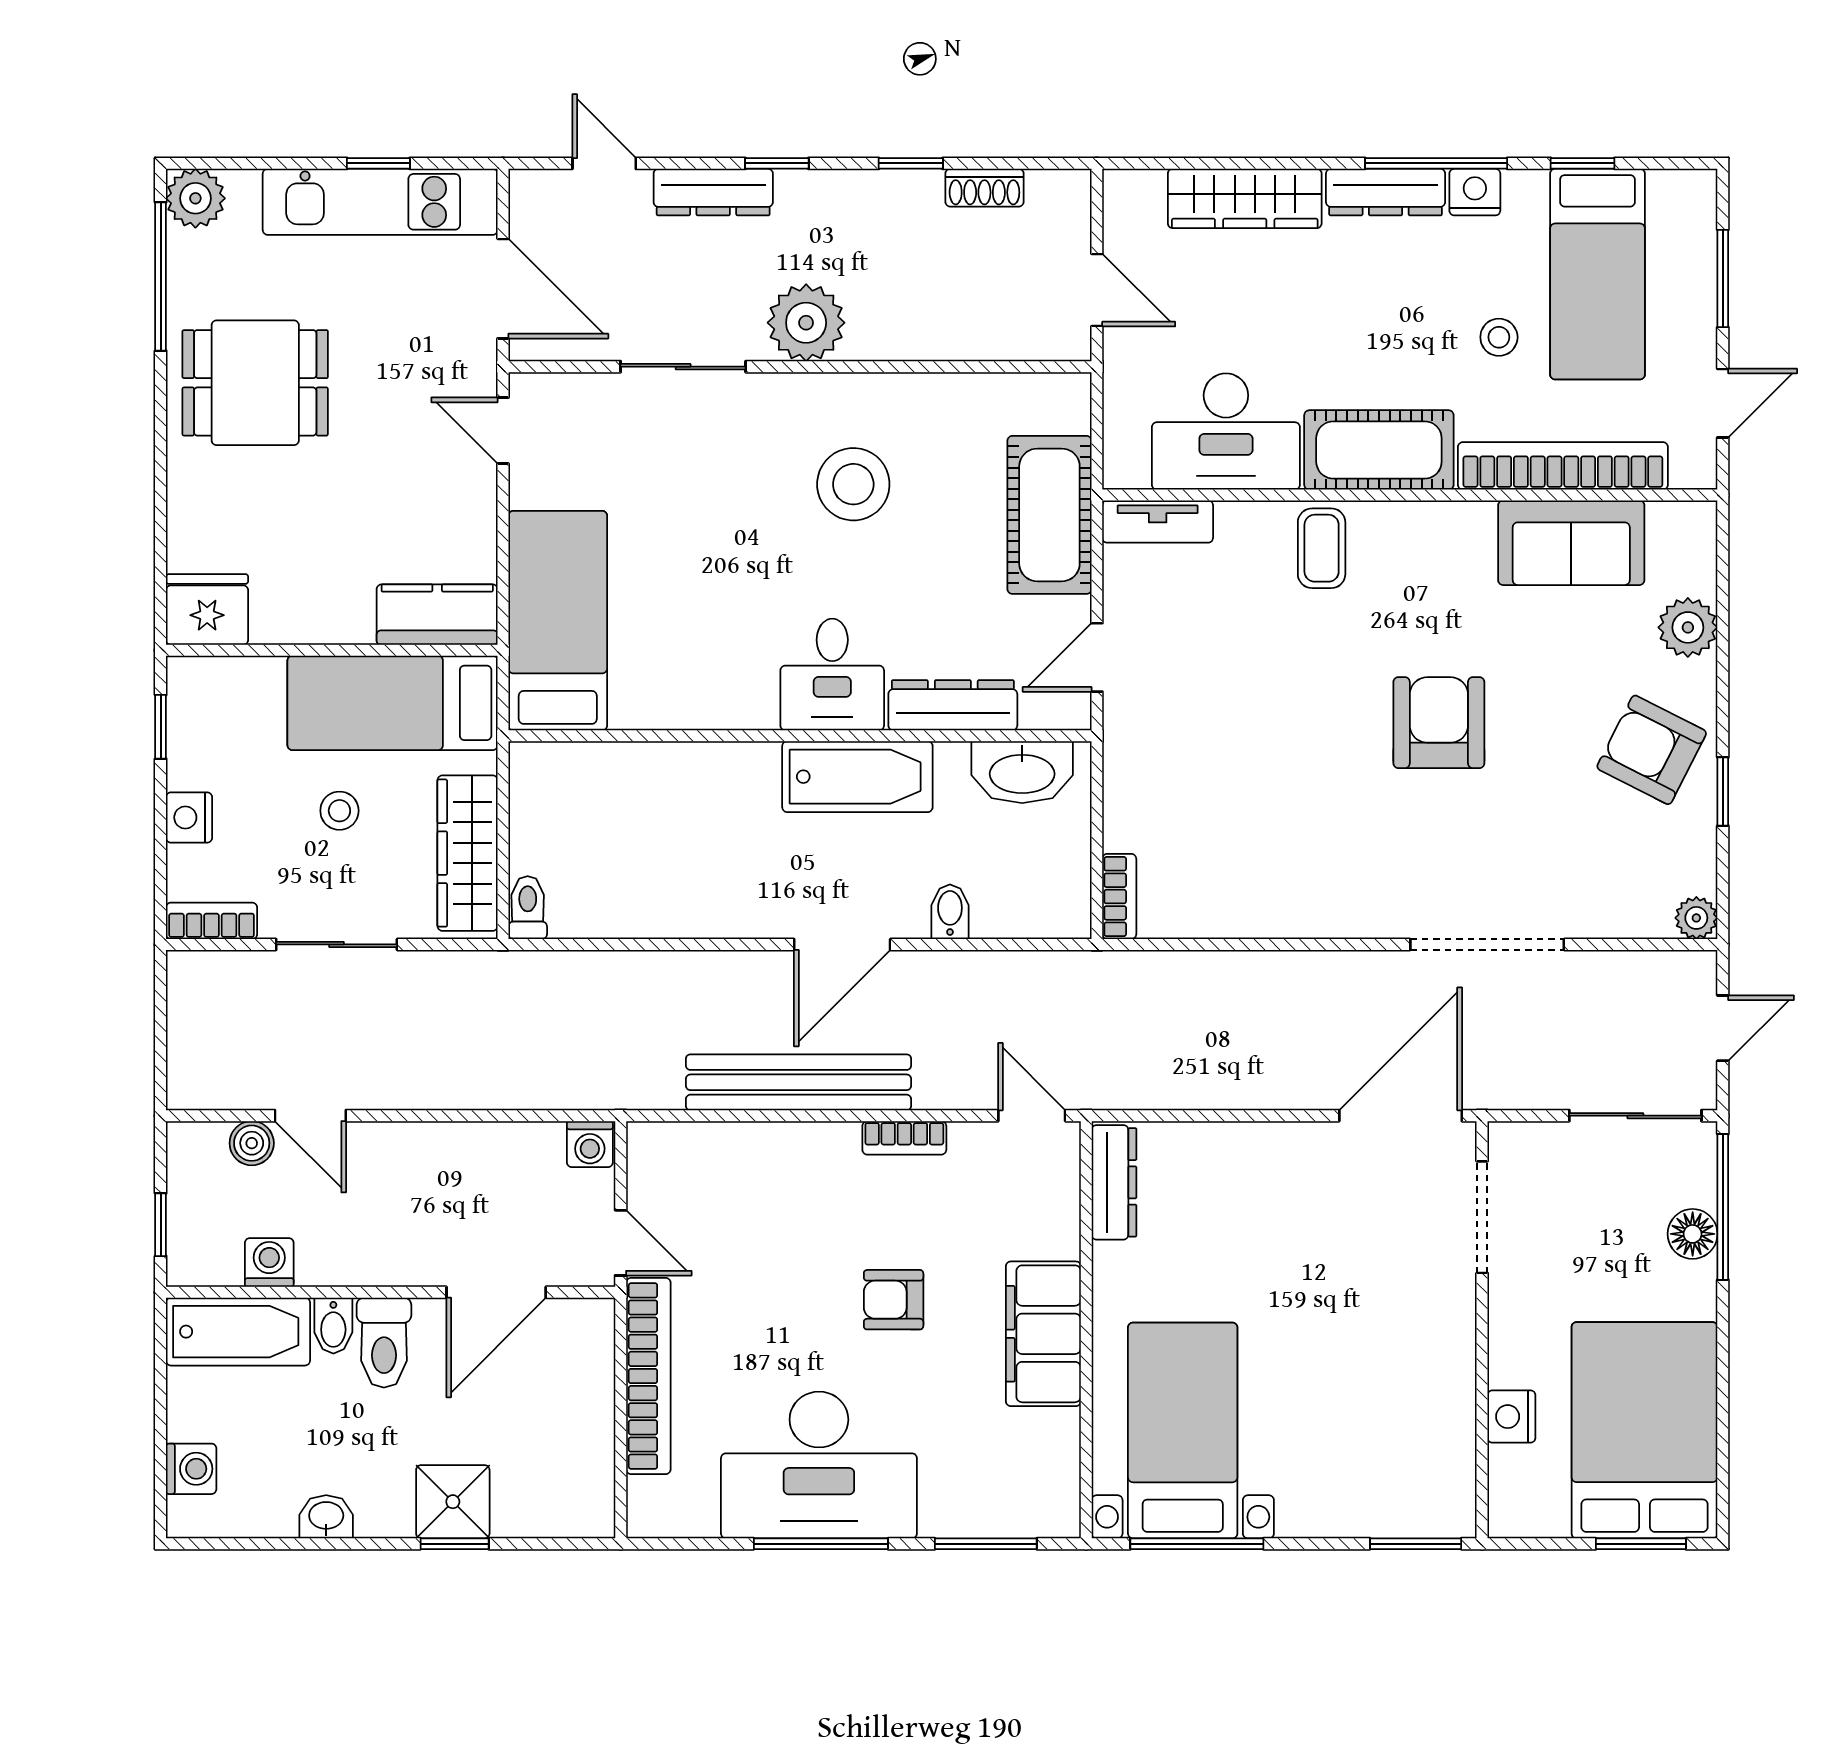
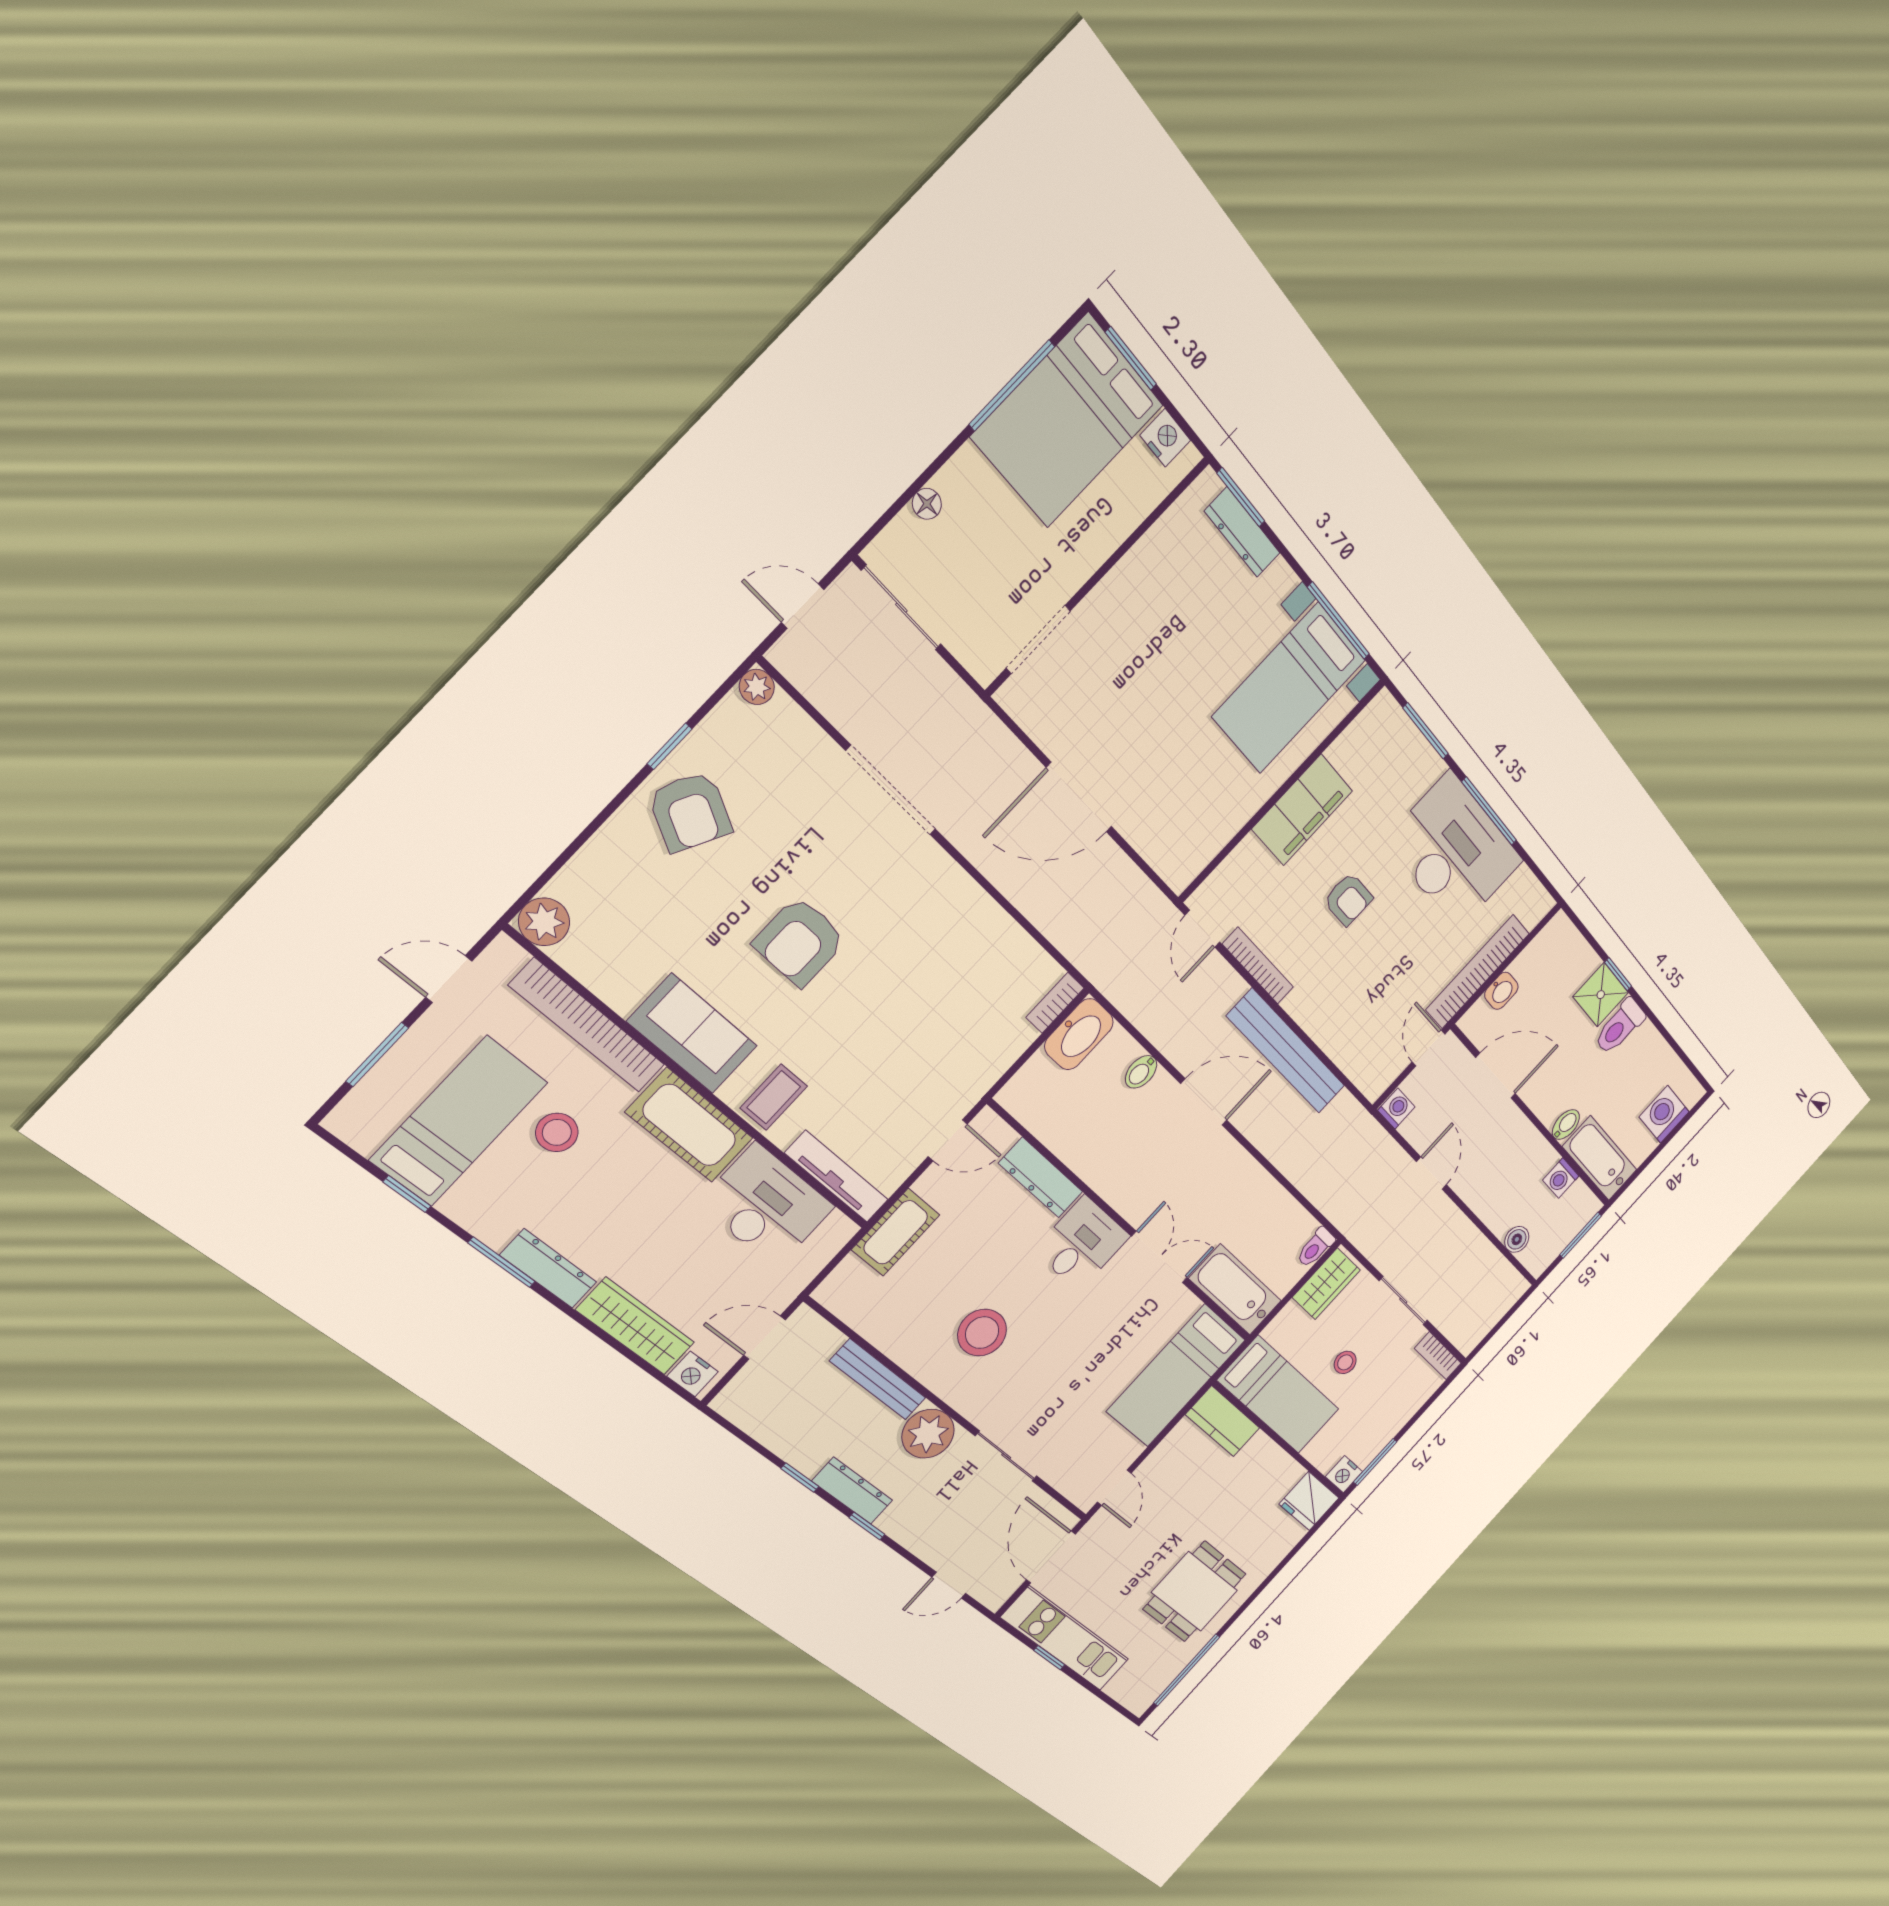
door: (604, 163) -> (949, 1585), hinge flipped
window: (1436, 163) -> (502, 1262), width x0.69
shoe rack: (984, 188) -> (773, 1437), removed
dresser: (713, 192) -> (852, 1491), moved
nightstand: (1475, 192) -> (693, 1374), moved
plant: (195, 198) -> (1140, 1696), removed
door: (1097, 290) -> (765, 1338), hinge flipped
stool: (1499, 337) -> (557, 1132), width x1.37, depth x1.37
bench: (925, 340) -> (878, 1379), added
dining table: (255, 383) -> (1195, 1591), turned 90
cot: (1049, 515) -> (896, 1232), width x0.73, depth x0.75
tv unit: (1158, 522) -> (837, 1176), width x1.41
sofa: (1571, 543) -> (692, 1034), moved
plant: (1688, 627) -> (544, 922), moved
window: (161, 727) -> (1375, 1462), width x1.50
double door: (720, 736) -> (1160, 1257), added
washbasin: (1022, 772) -> (1079, 1034), moved, turned 90
bathtub: (857, 777) -> (1235, 1290), moved
nightstand: (189, 817) -> (1344, 1474), moved, turned 90
wardrobe: (468, 853) -> (1326, 1284), width x0.67
door: (310, 1116) -> (1431, 1173), moved
door: (1401, 1116) -> (1079, 797), moved
bookcase: (904, 1138) -> (1258, 966), width x1.56
dresser: (1114, 1182) -> (1242, 532), moved, turned -90
window: (1723, 1207) -> (1012, 385), moved
window: (161, 1225) -> (1581, 1235), width x1.50
floor lamp: (1693, 1234) -> (927, 504), width x0.73, depth x0.73
toilet: (384, 1343) -> (1620, 1027), moved, turned 180
nightstand: (1511, 1417) -> (1165, 438), moved, turned -90
washing machine: (191, 1469) -> (1664, 1114), width x1.38, depth x1.38
washbasin: (326, 1517) -> (1501, 991), moved, turned -90

